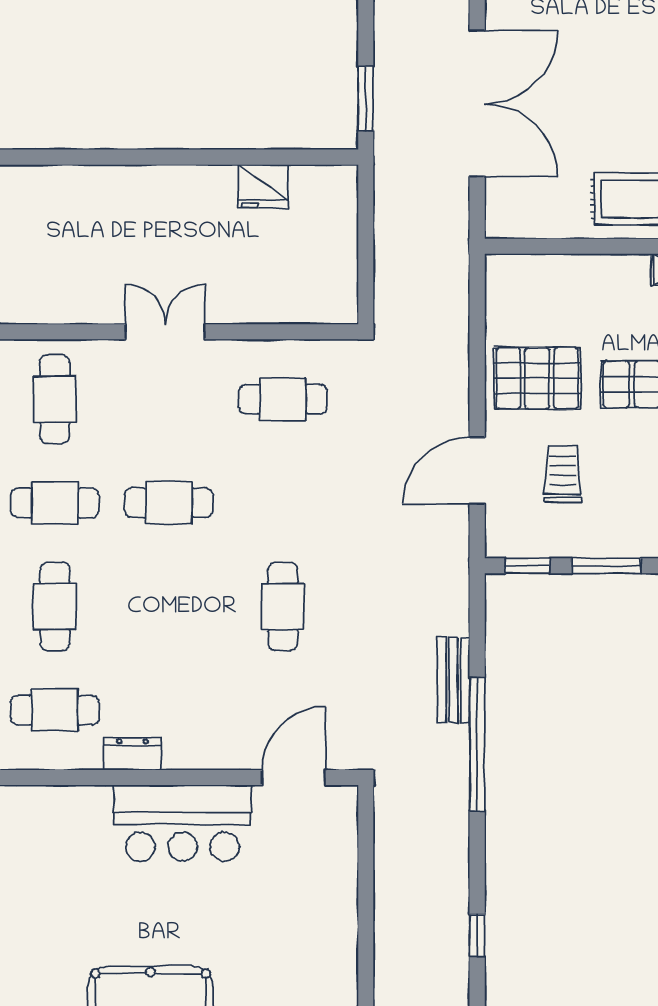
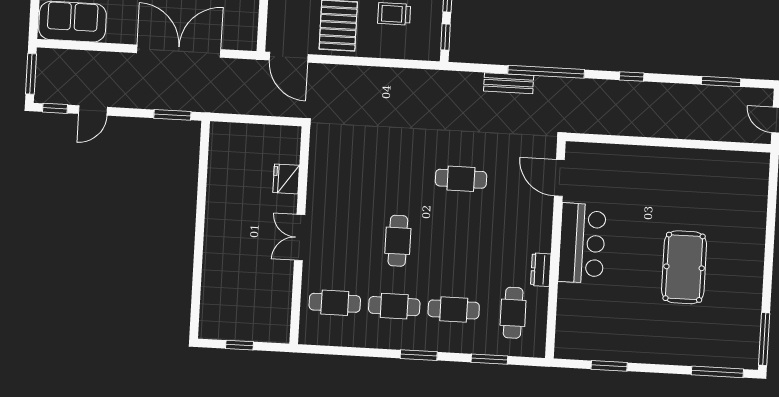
fridge: (263, 186) -> (286, 179), moved, turned 180
cafe table: (283, 399) -> (342, 172), removed
door: (477, 471) -> (289, 57), moved
cafe table: (55, 503) -> (394, 306), turned 90
window: (477, 936) -> (632, 76), moved

